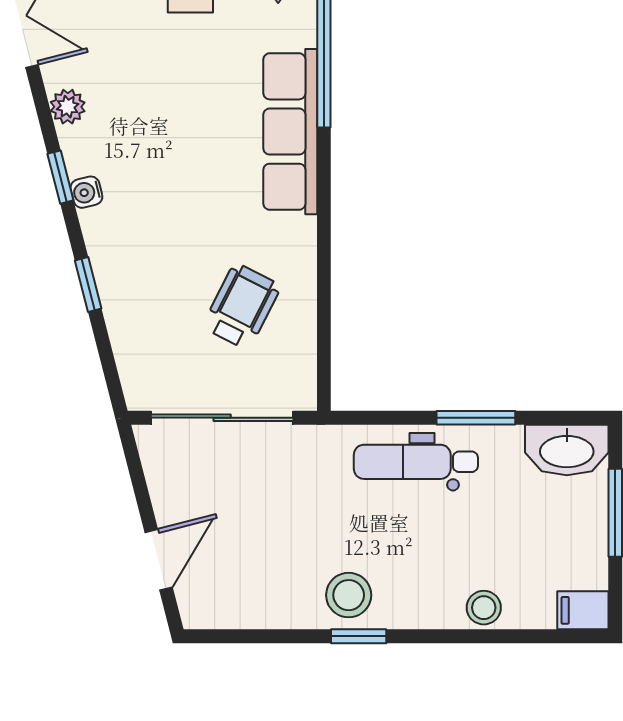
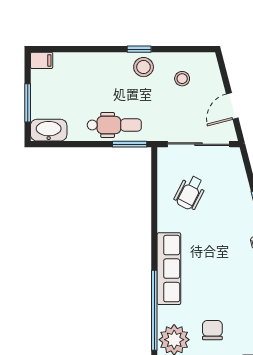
window: (476, 418) -> (130, 144), moved
door: (159, 560) -> (232, 106), moved
stool: (484, 608) -> (182, 79), moved

